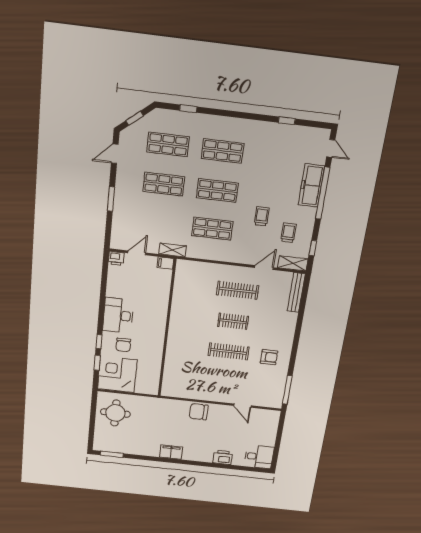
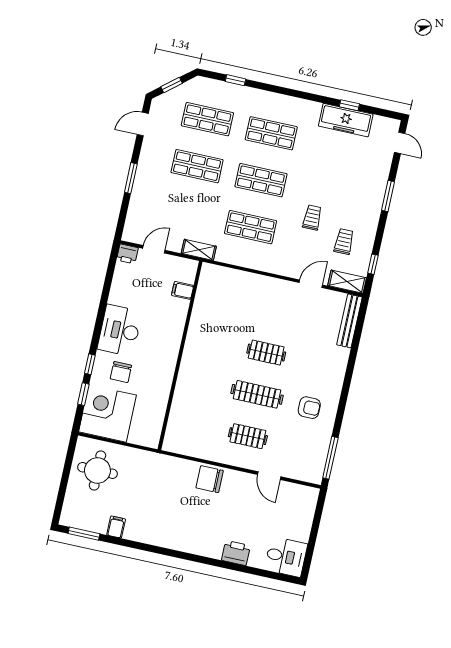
freezer: (311, 185) -> (346, 120), moved, turned -90
window: (323, 193) -> (388, 196), width x0.47
filing cabinet: (165, 263) -> (183, 290), moved
clothes rail: (238, 290) -> (248, 436), moved, width x0.73
filing cabinet: (171, 452) -> (116, 527), moved, width x0.50

